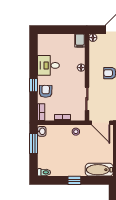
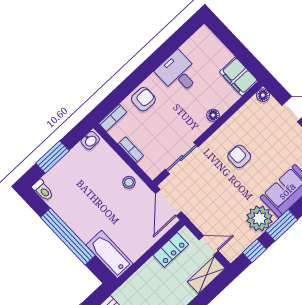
filing cabinet: (80, 40) -> (239, 76), width x2.00
window: (34, 85) -> (137, 77), removed
window: (34, 144) -> (53, 157), moved
window: (74, 180) -> (68, 236), width x3.17

